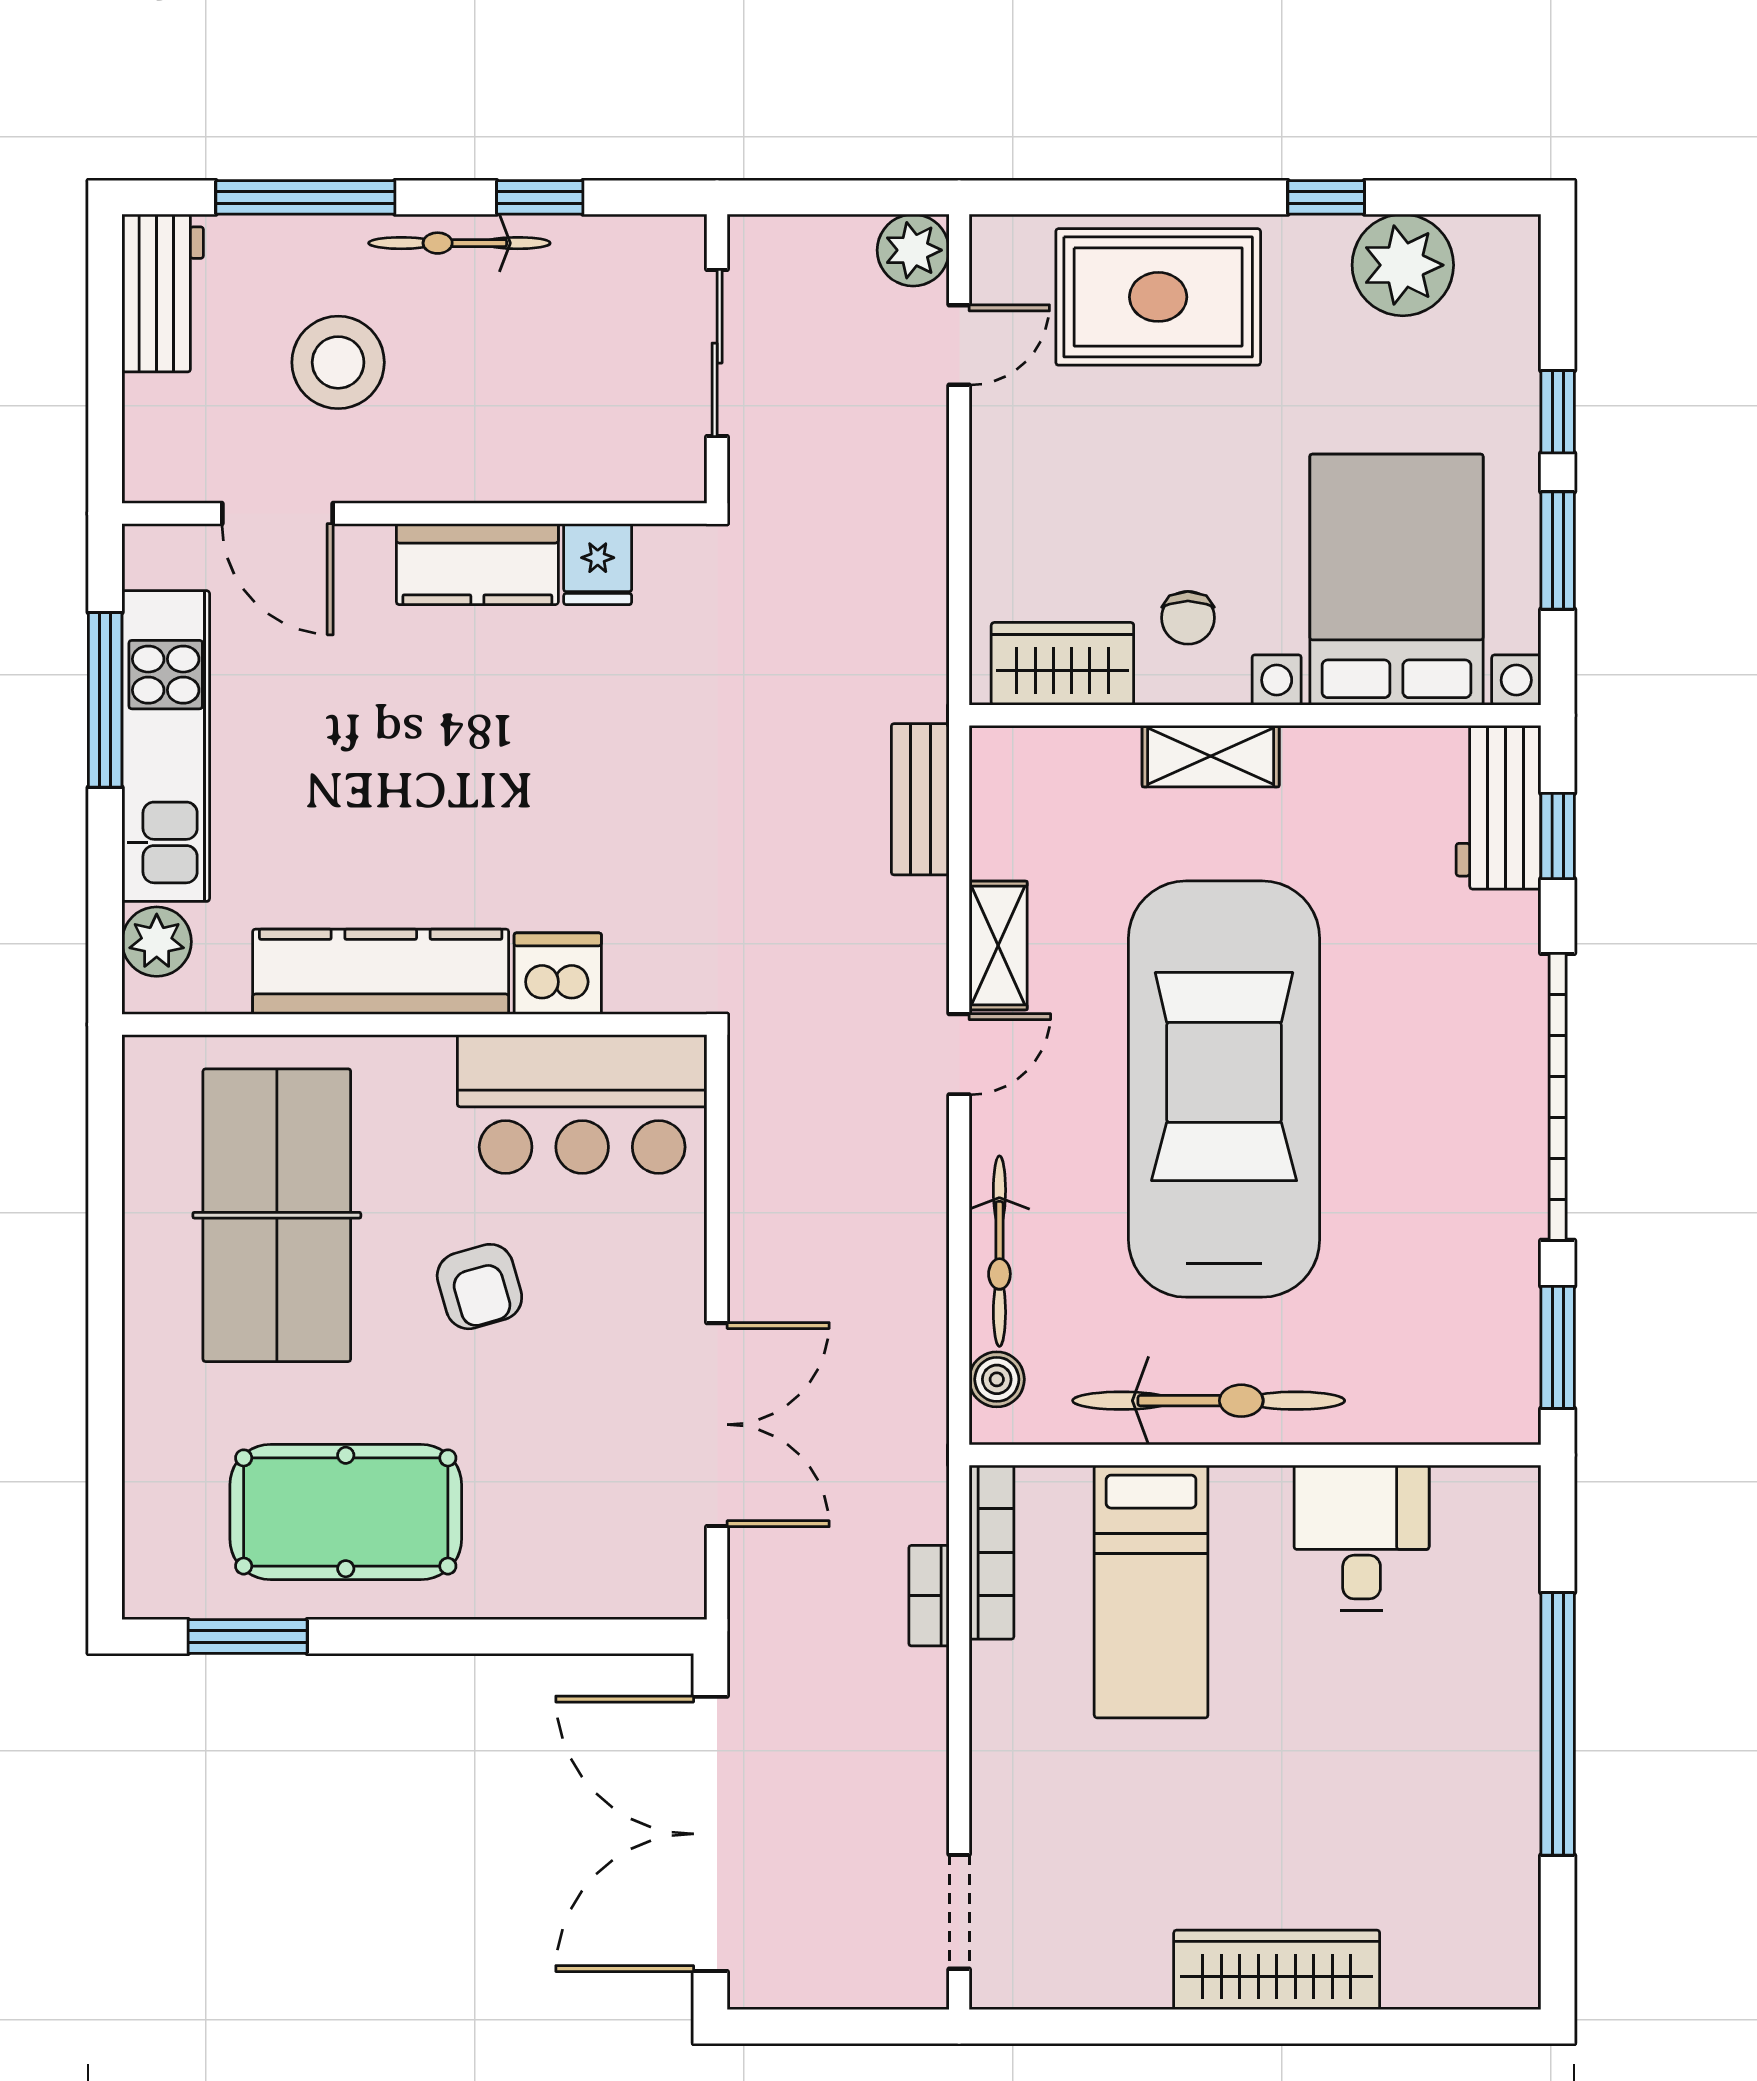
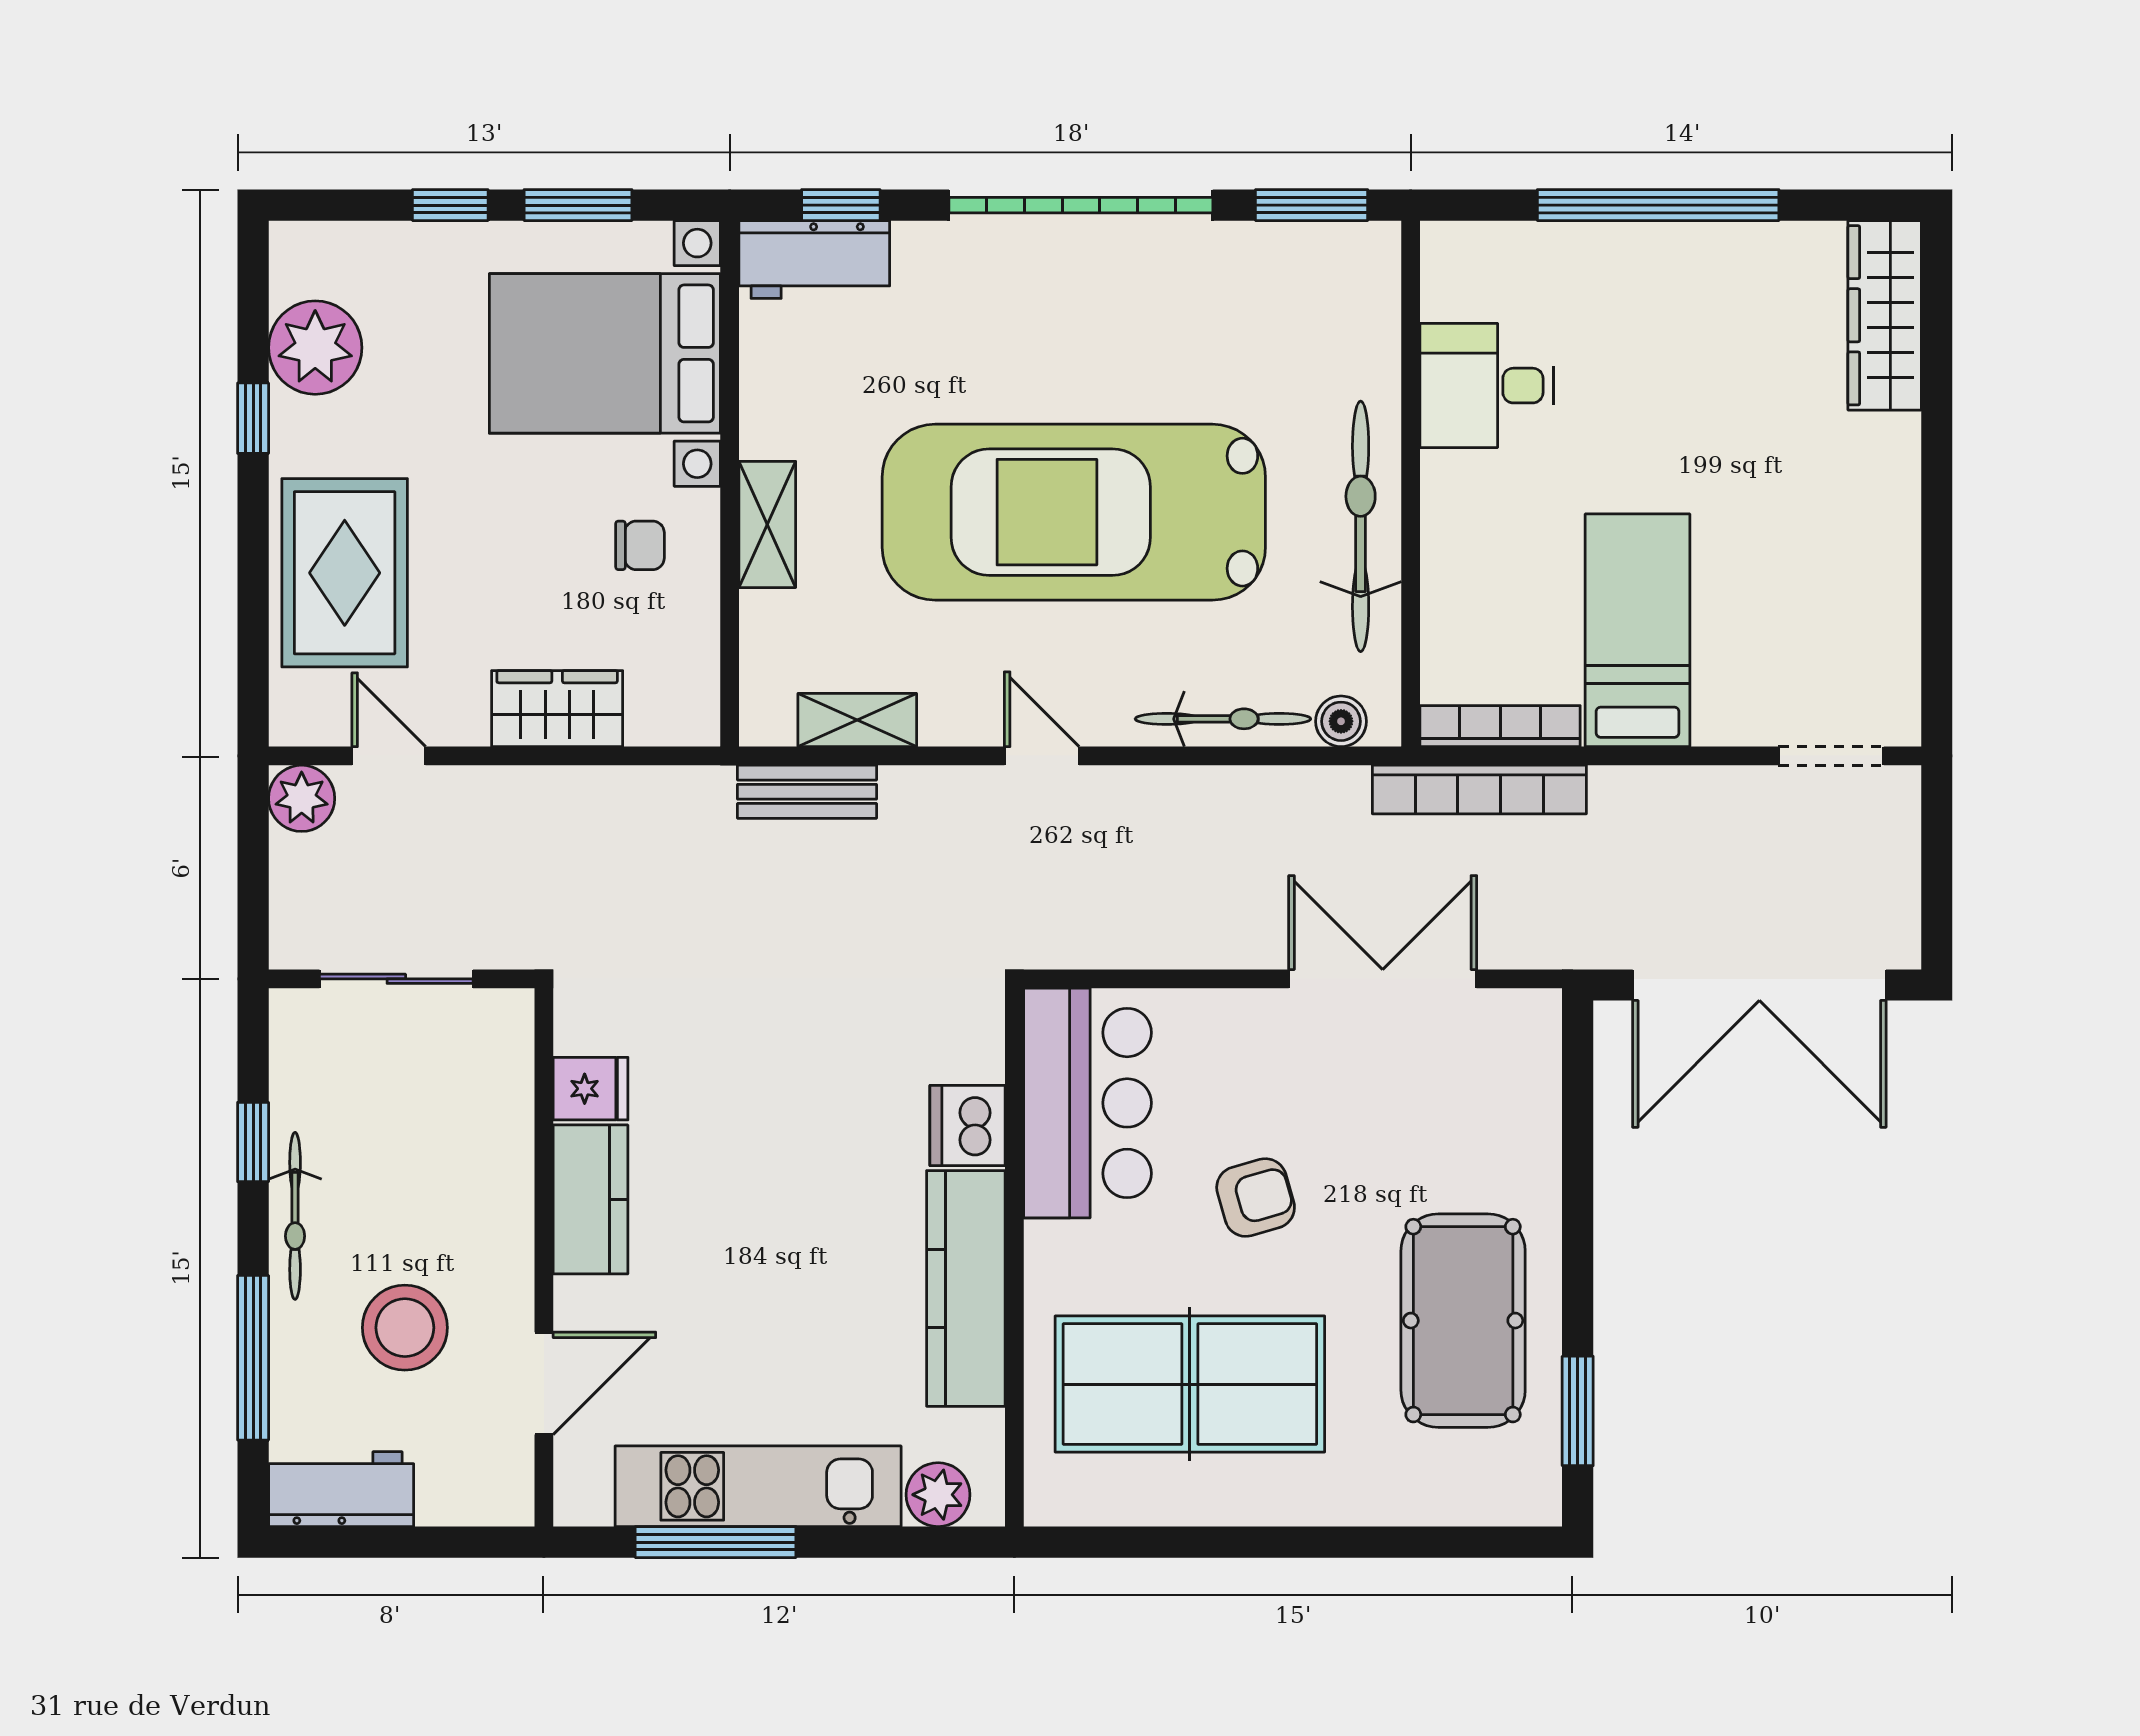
wardrobe: (1062, 664) -> (557, 709), moved, turned 90
shelving: (998, 946) -> (857, 720), moved
bed: (1151, 1591) -> (1638, 630), moved, turned -90
bookcase: (929, 1596) -> (1479, 790), width x2.31, depth x1.31
wardrobe: (1277, 1970) -> (1885, 315), moved

